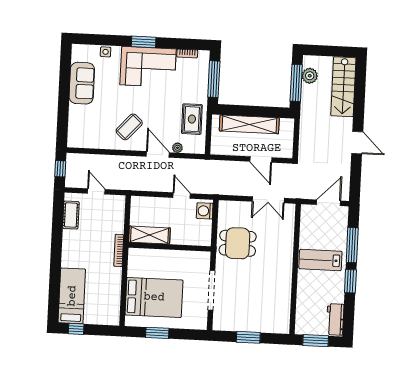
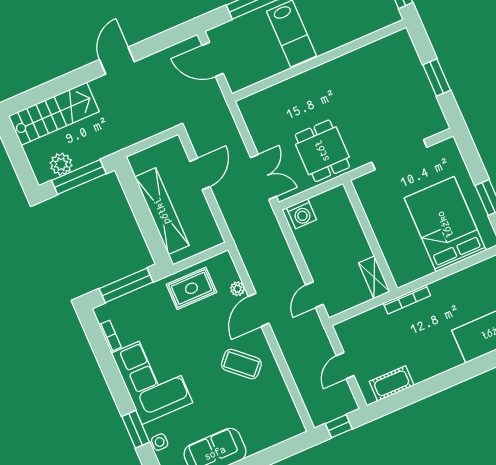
window: (144, 42) -> (136, 429), moved
door: (182, 196) -> (314, 295), moved
double door: (268, 200) -> (264, 177), moved
shelving: (149, 235) -> (374, 277), width x0.67, depth x0.75

